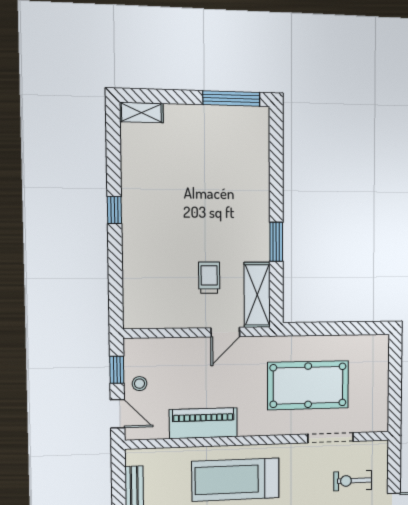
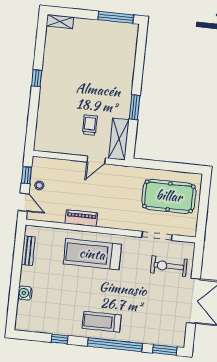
pool table: (308, 385) -> (169, 196), moved
piano: (203, 423) -> (81, 218), width x0.73, depth x0.75
exercise bike: (353, 481) -> (169, 266), width x1.38, depth x1.39

